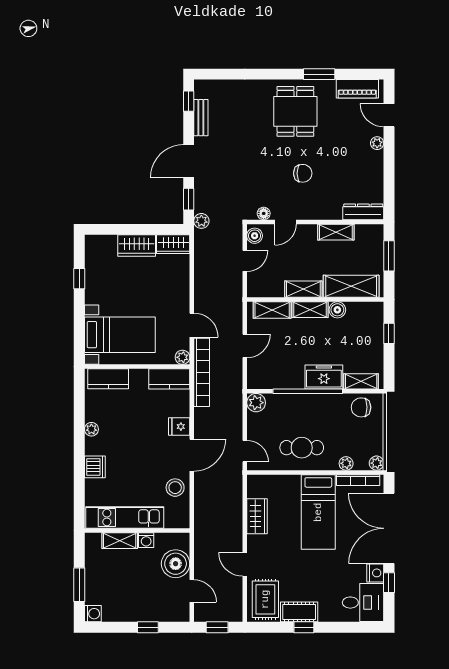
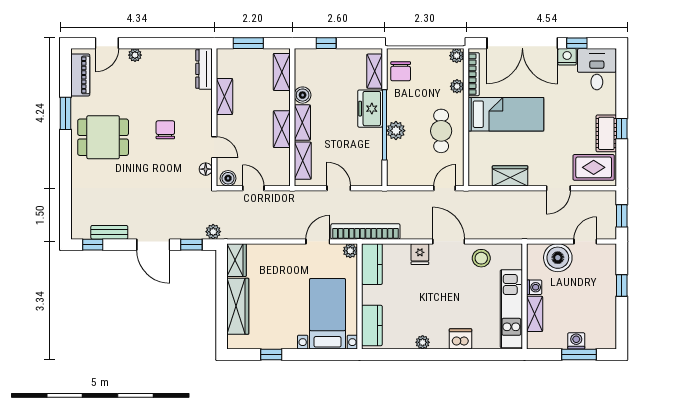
wardrobe: (137, 245) -> (238, 306), width x1.50
shelving: (351, 286) -> (282, 72), width x0.67, depth x0.75
plant: (256, 403) -> (396, 131), moved
washing machine: (93, 614) -> (576, 341), moved

